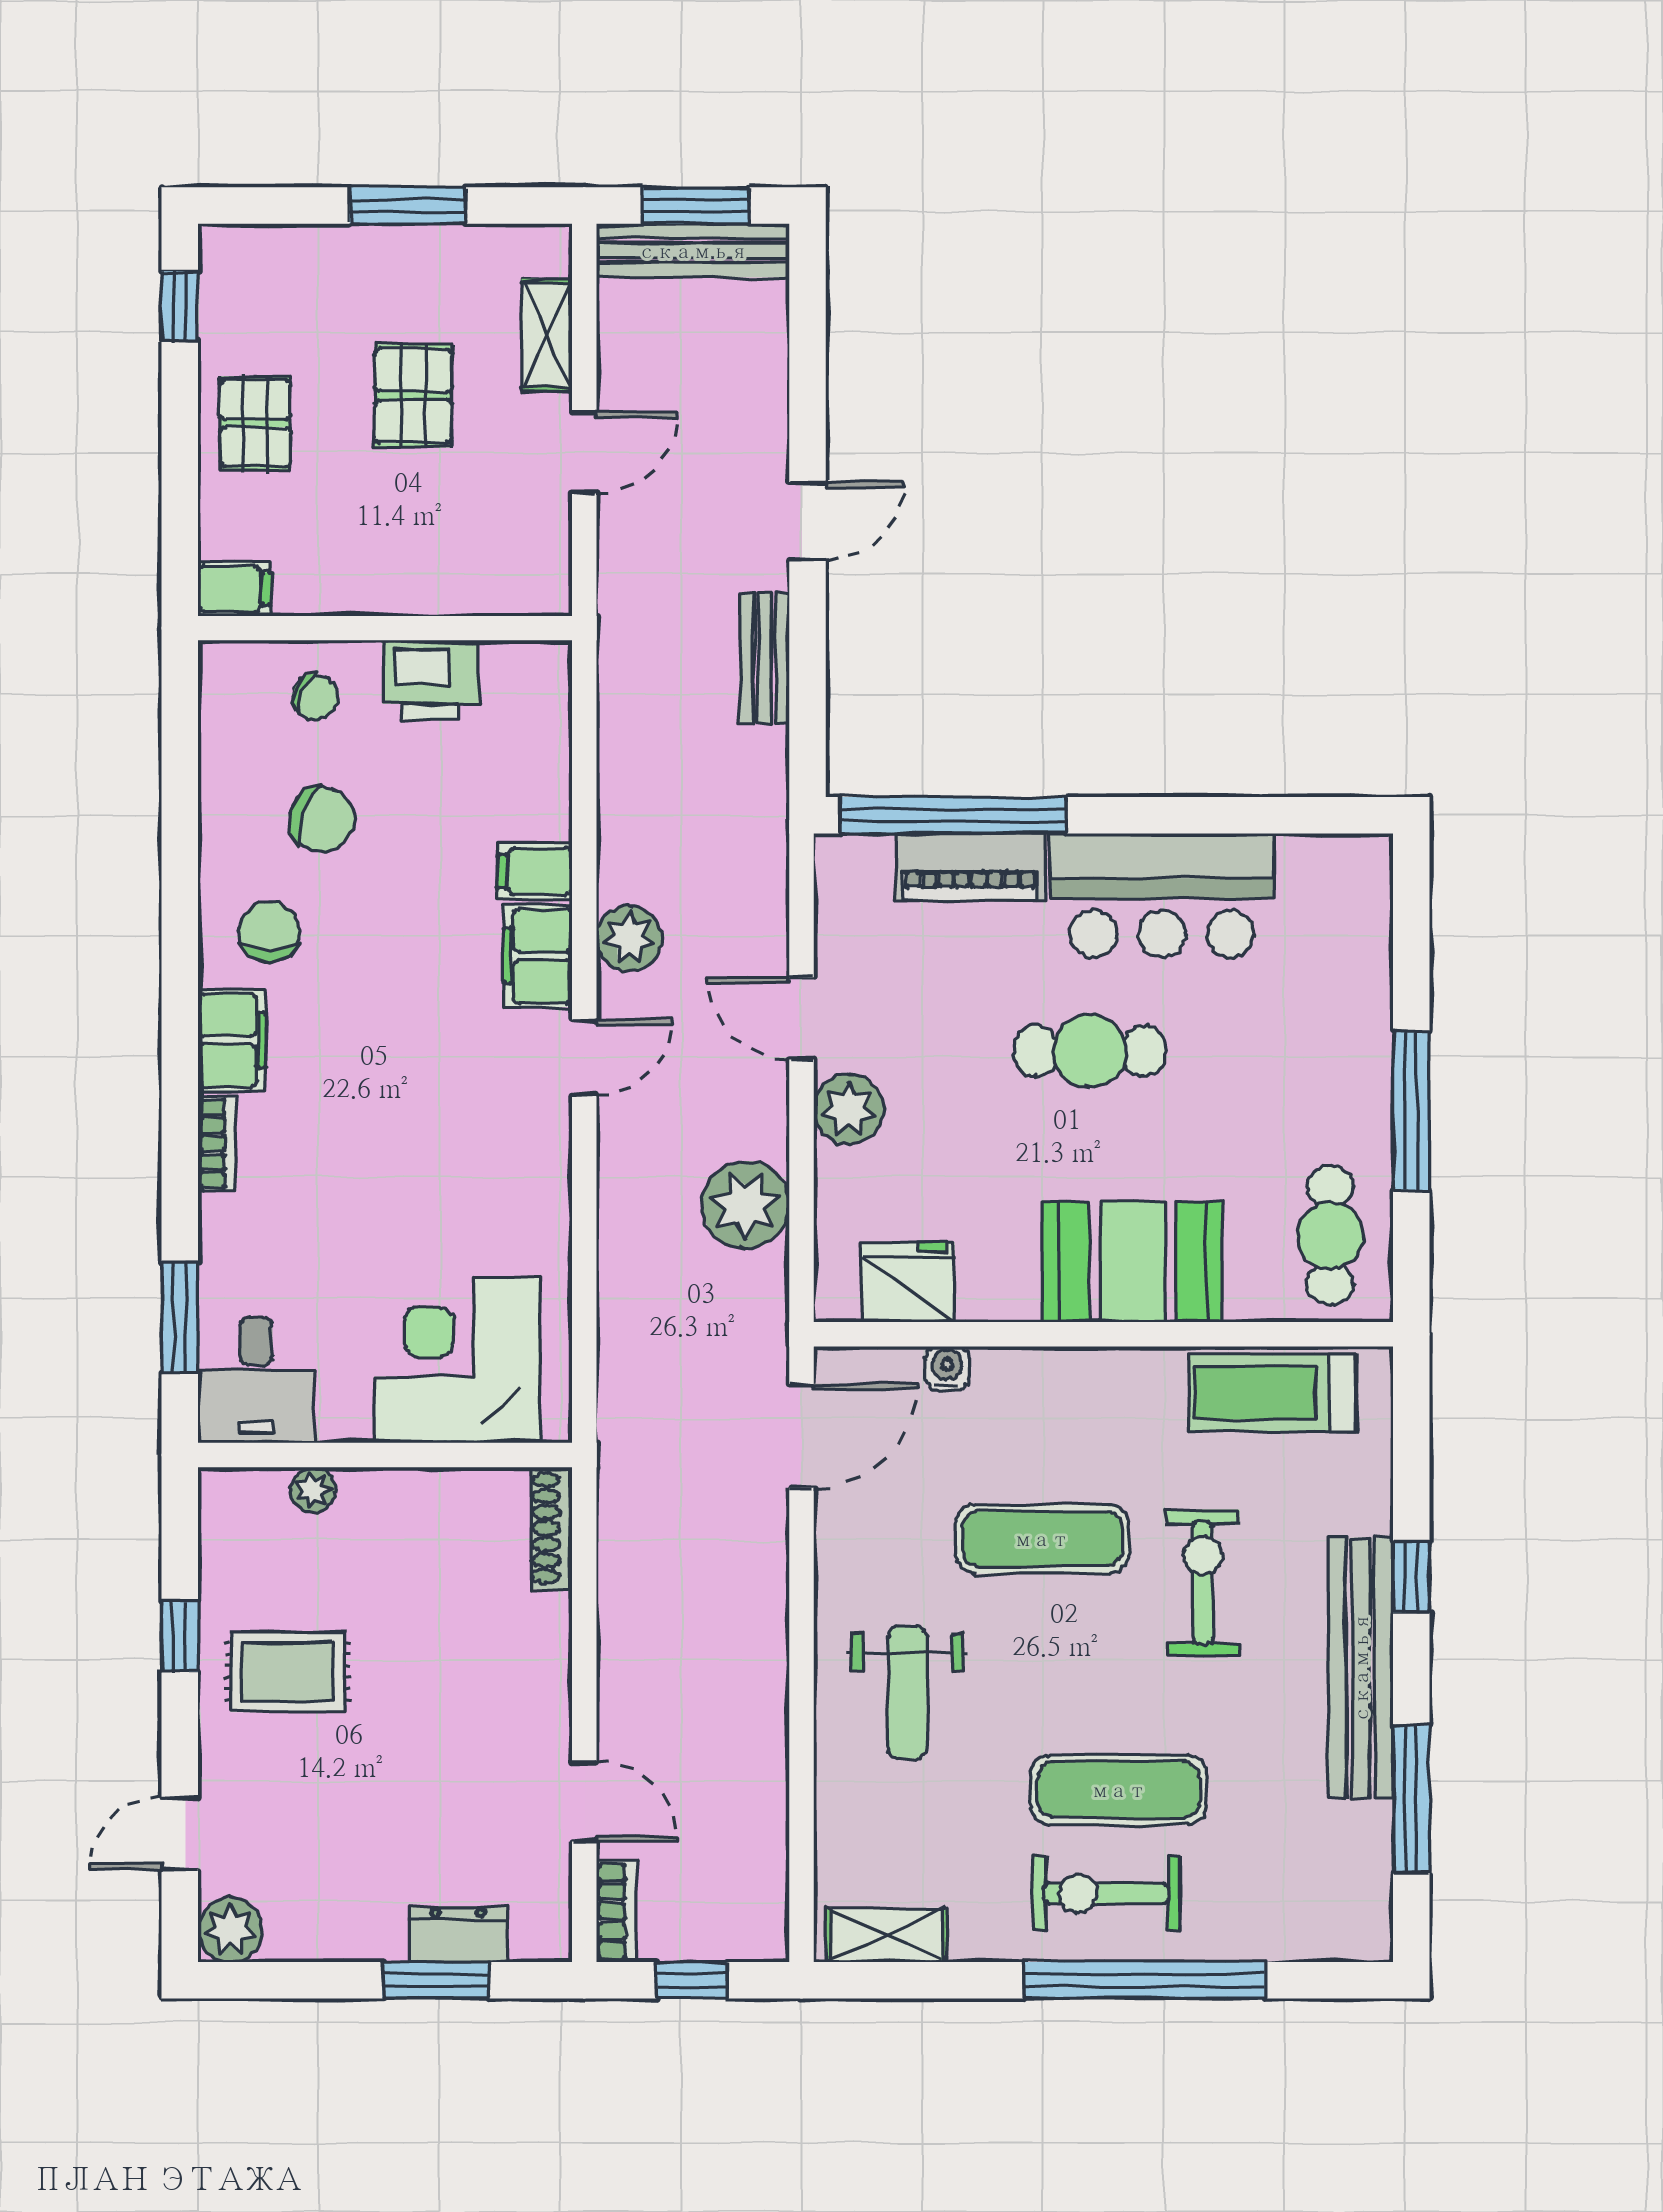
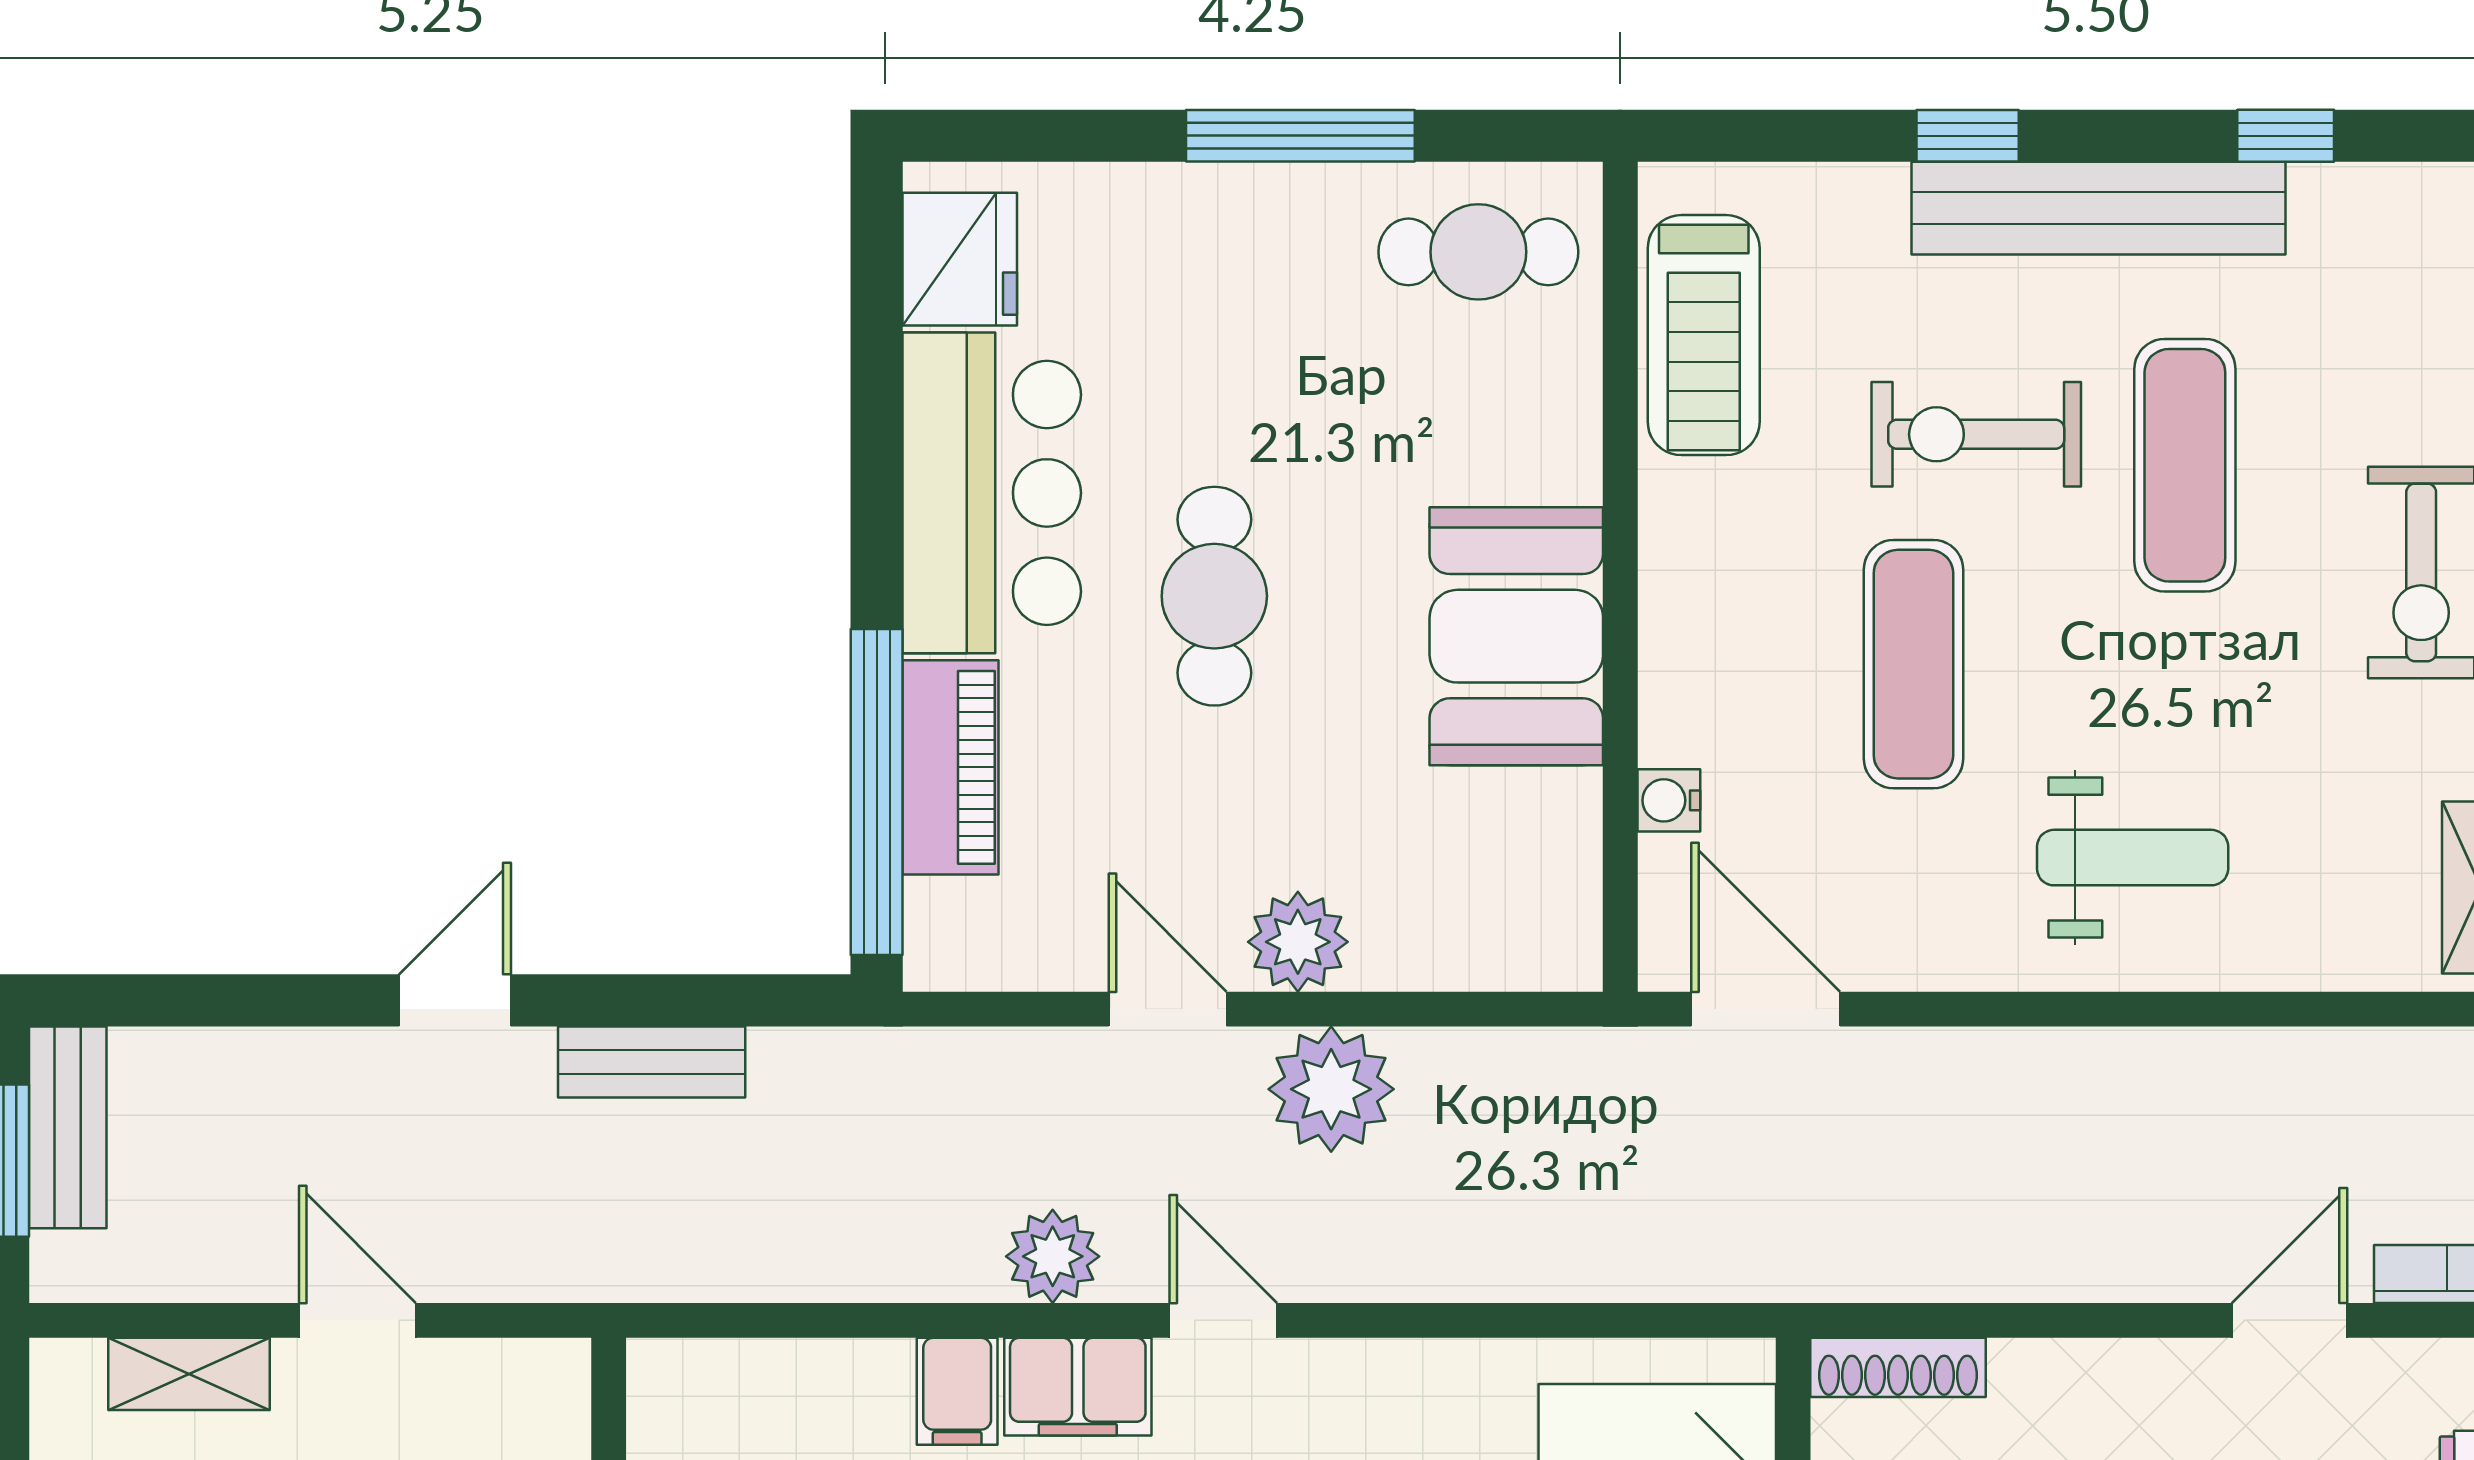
bench: (693, 251) -> (68, 1127), width x0.73
door: (808, 521) -> (455, 1000), hinge flipped
door: (802, 1018) -> (1168, 1009), swing flipped
plant: (746, 1205) -> (1331, 1089), moved
booth: (1133, 1262) -> (1516, 636), moved
fridge: (908, 1282) -> (960, 259), moved, turned 180
exercise mat: (1119, 1790) -> (2185, 465), moved
window: (1411, 1799) -> (2286, 136), width x0.46

